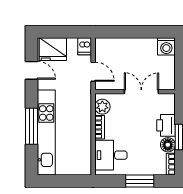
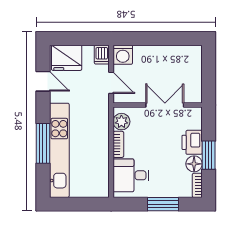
washing machine: (166, 46) -> (123, 55), moved

